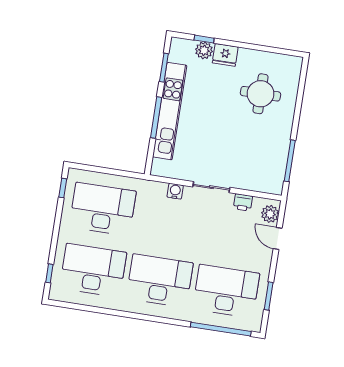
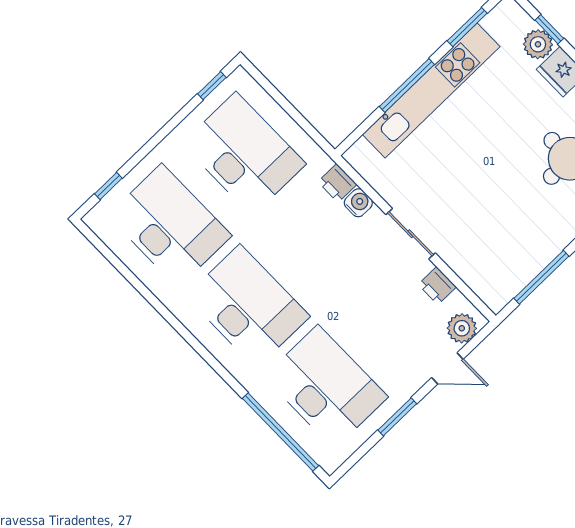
printer: (158, 189) -> (337, 183), added
door: (278, 238) -> (447, 368), swing flipped
window: (269, 296) -> (397, 417), moved

